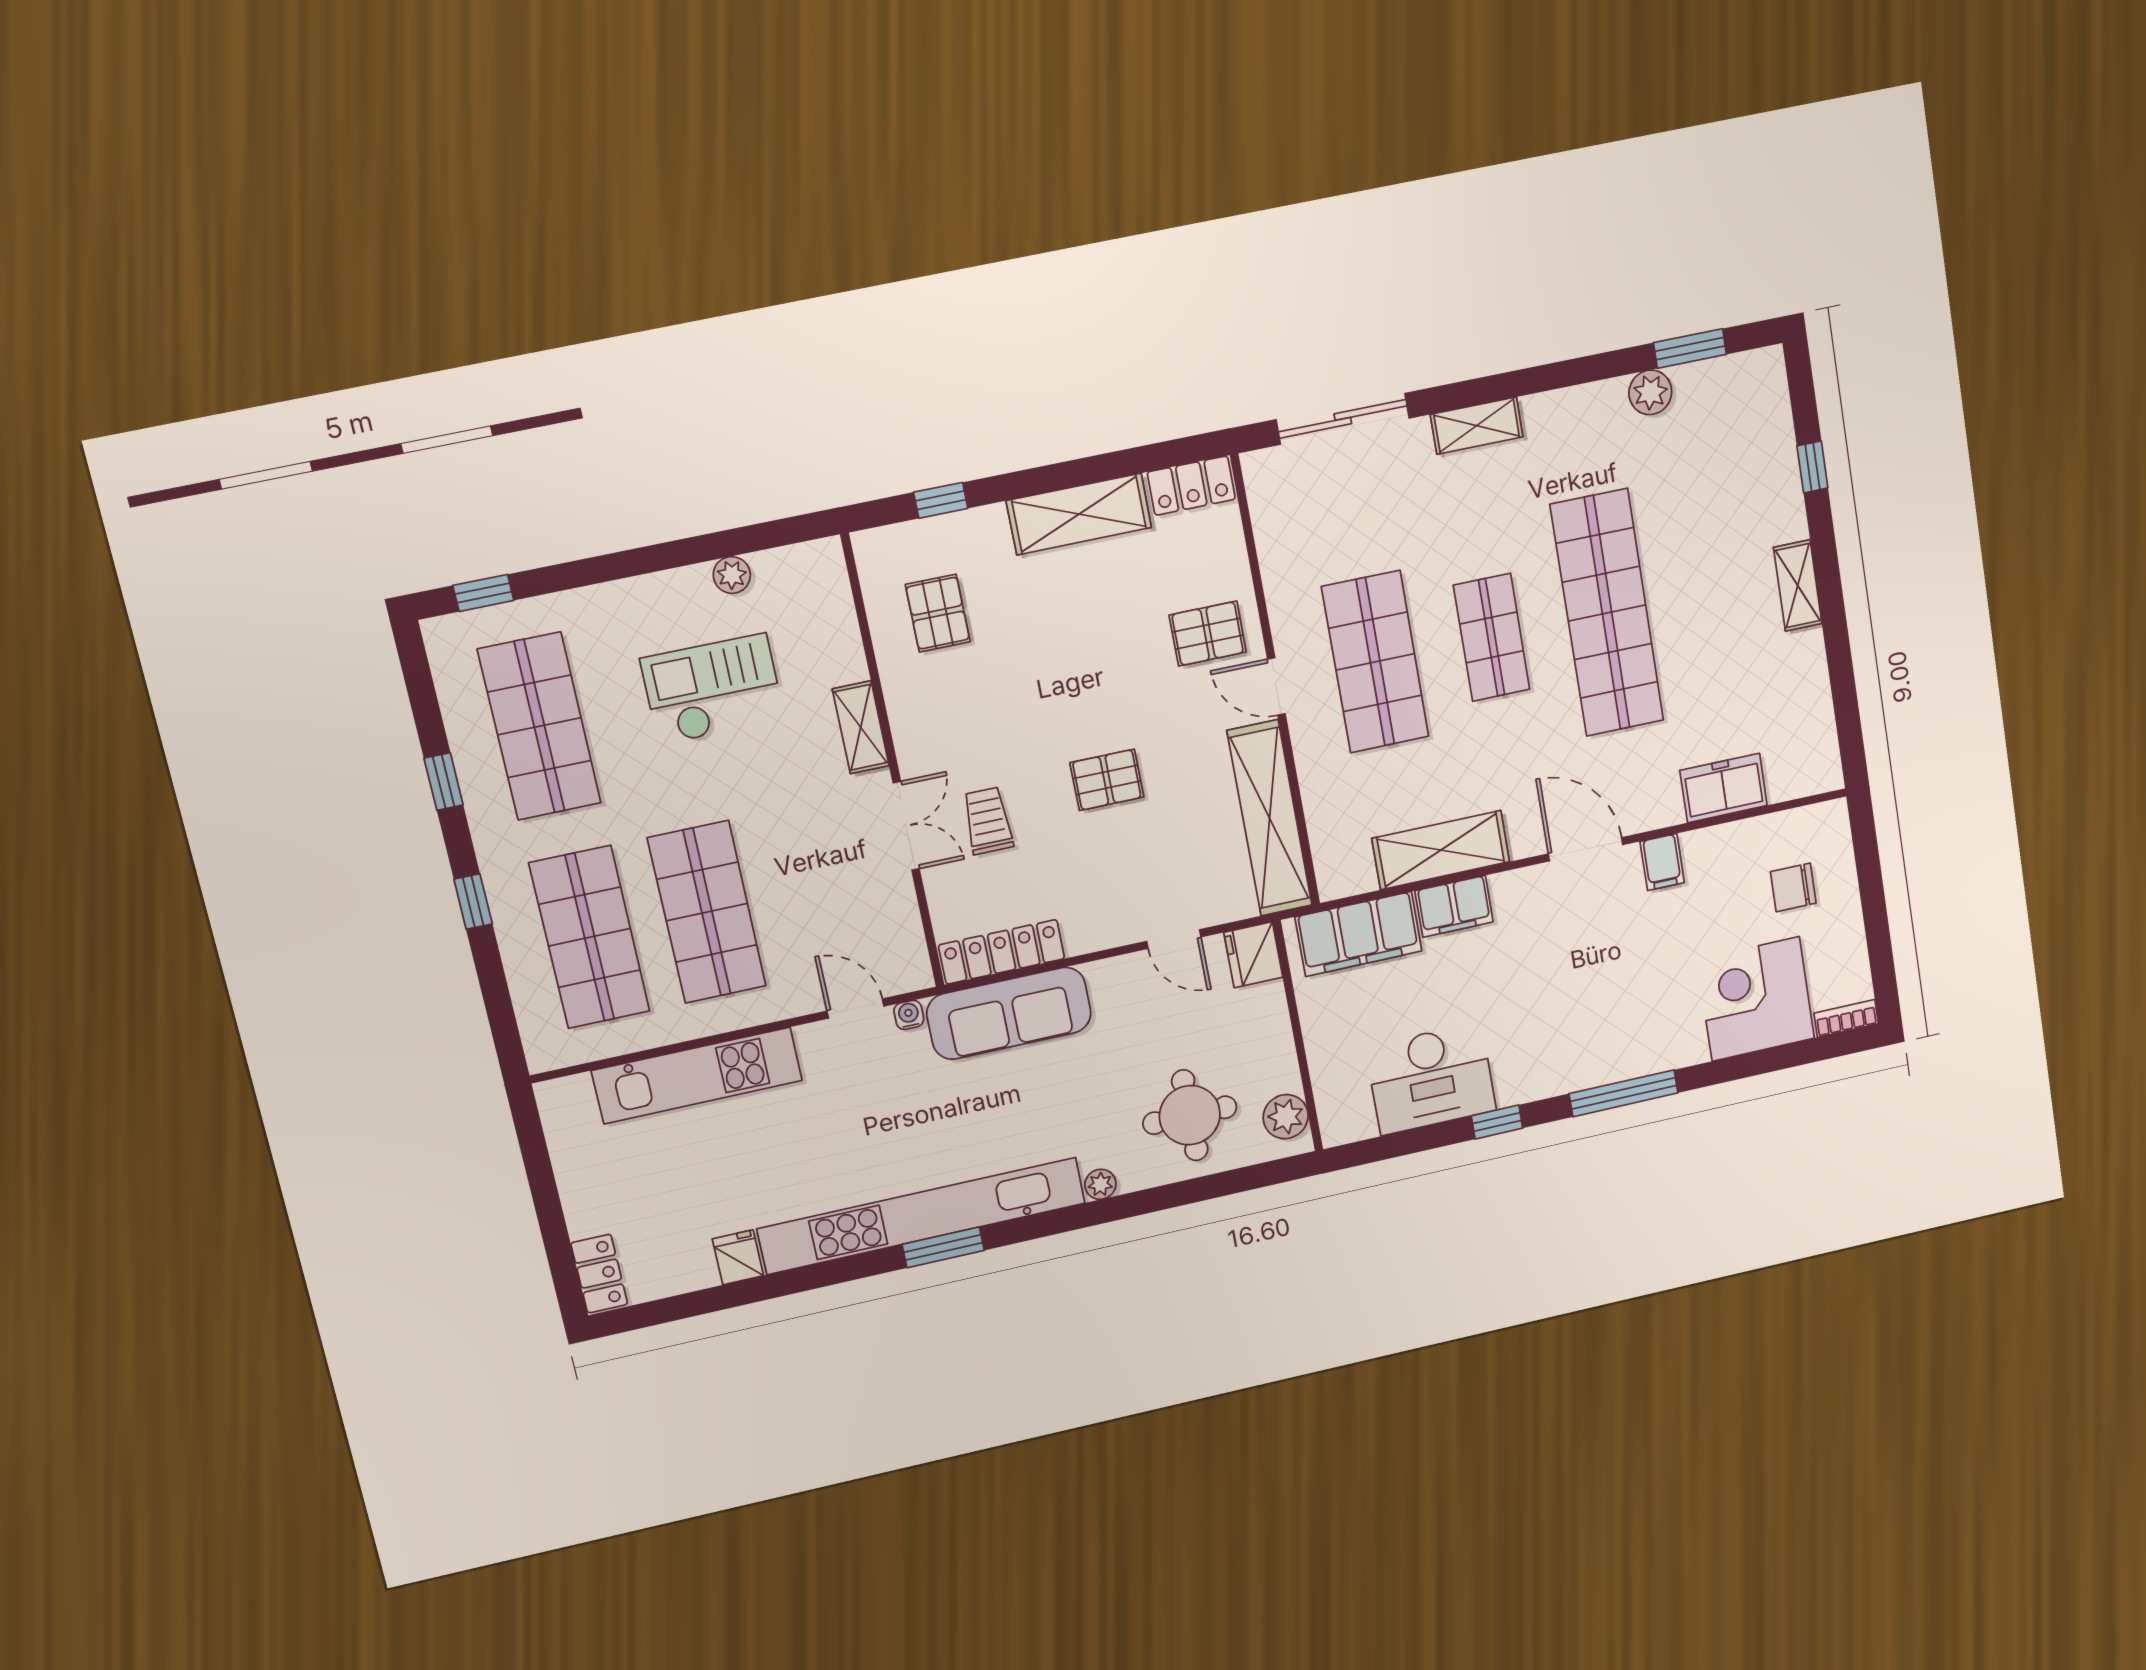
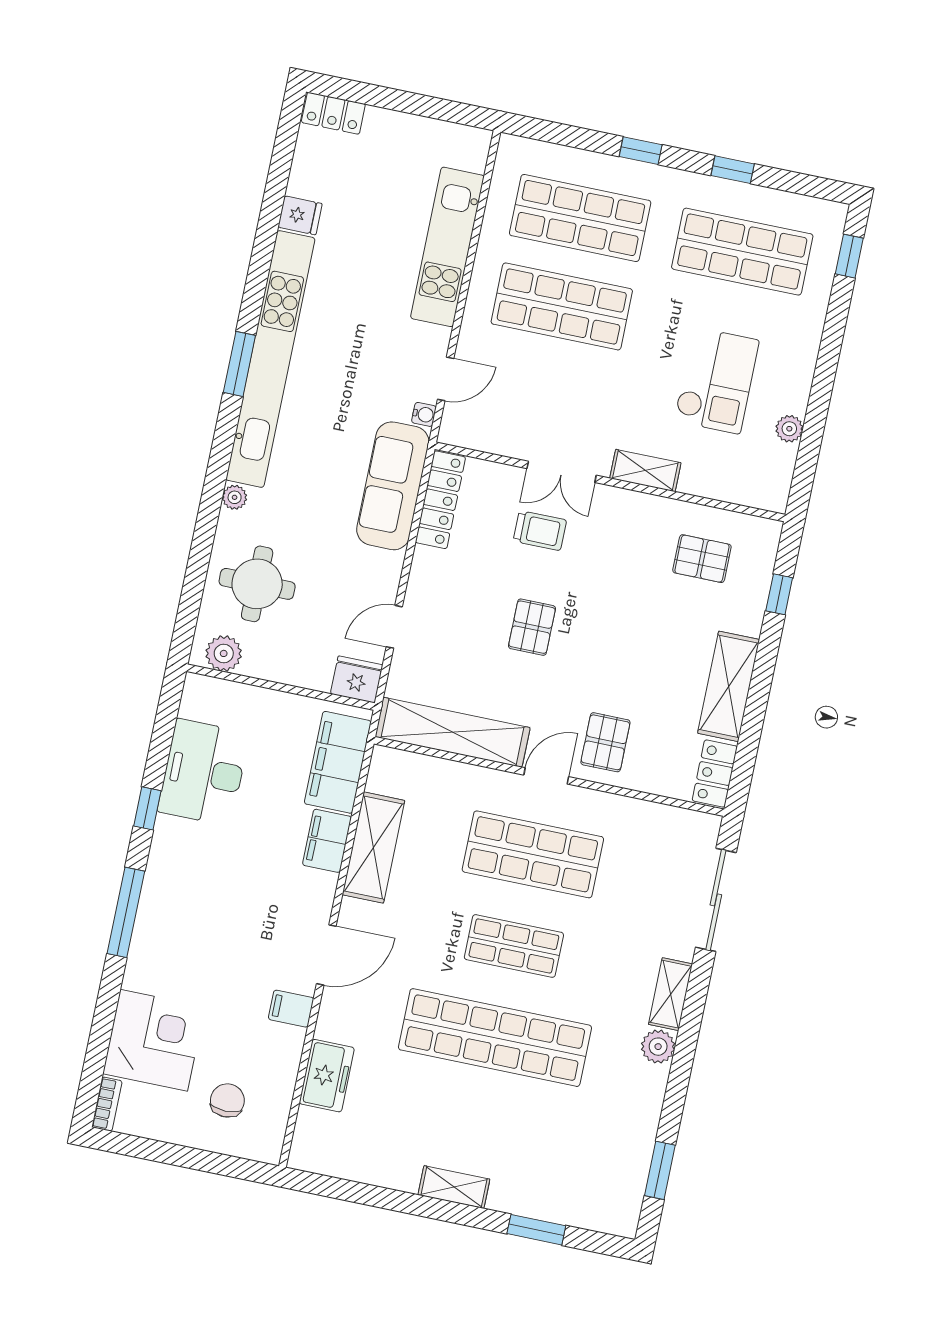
plant: (1650, 392) -> (658, 1047), moved
window: (1812, 467) -> (536, 1230), width x1.50

